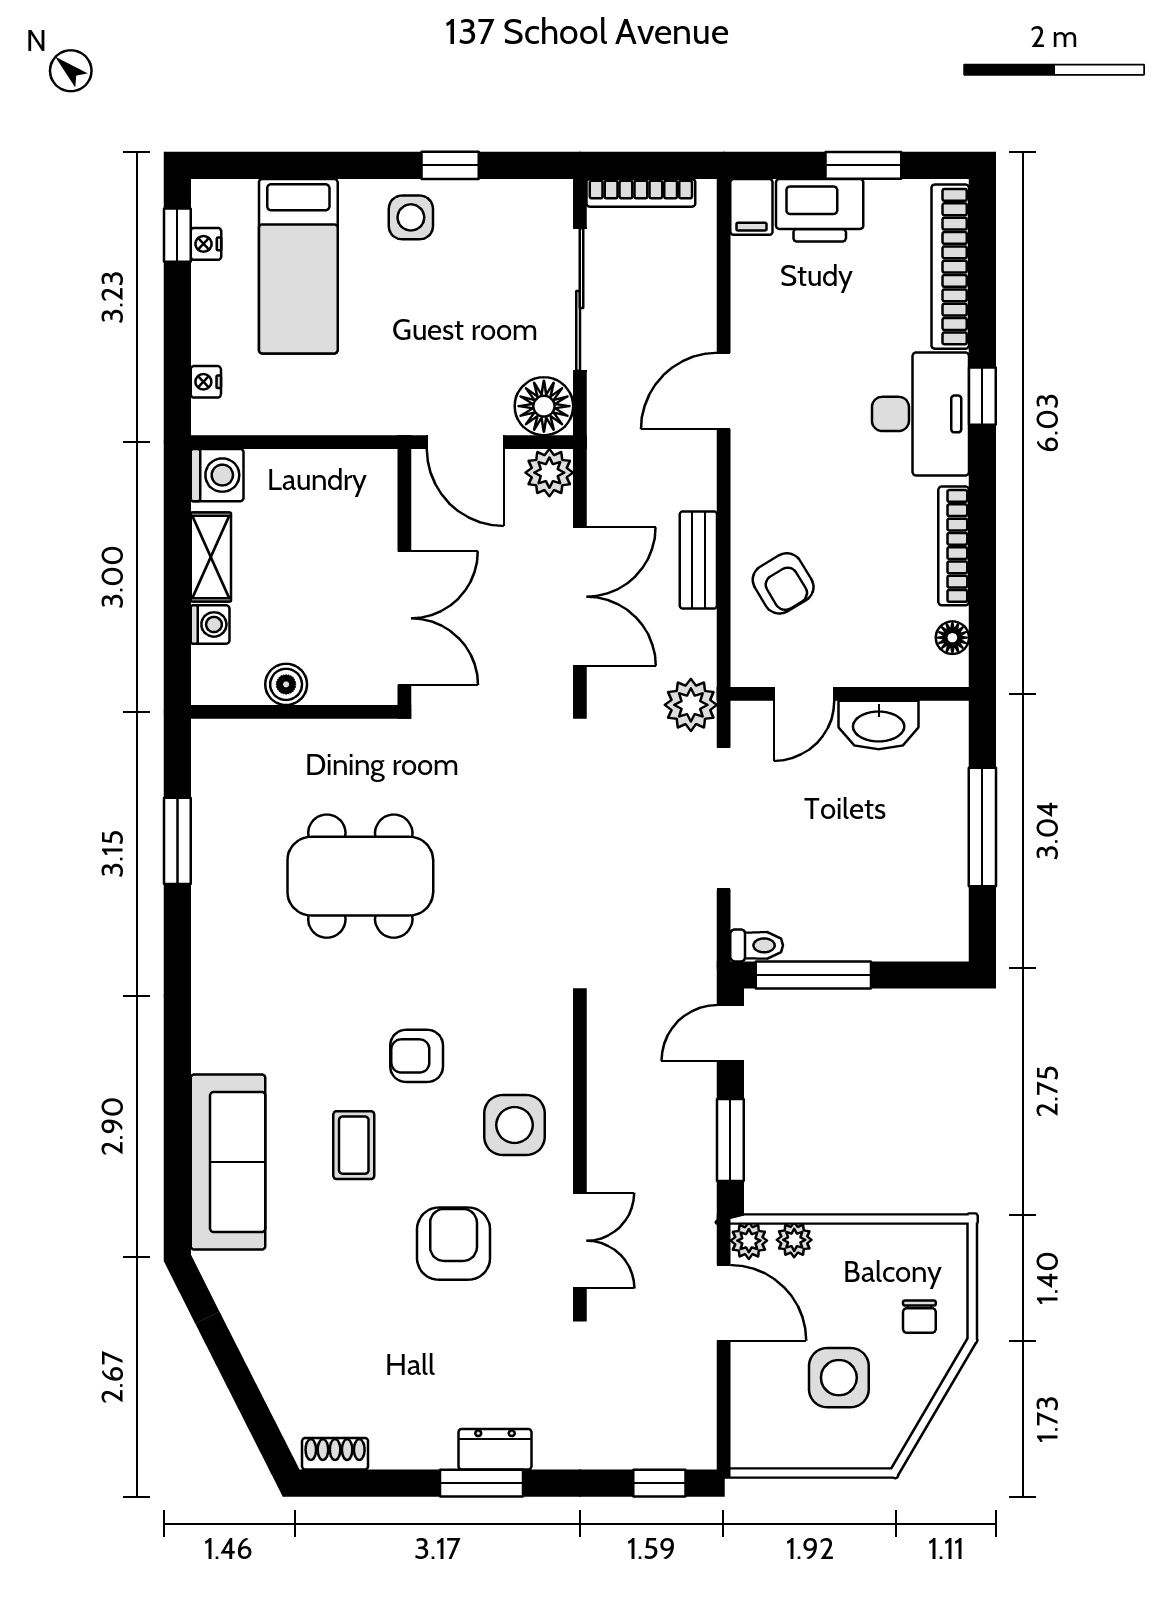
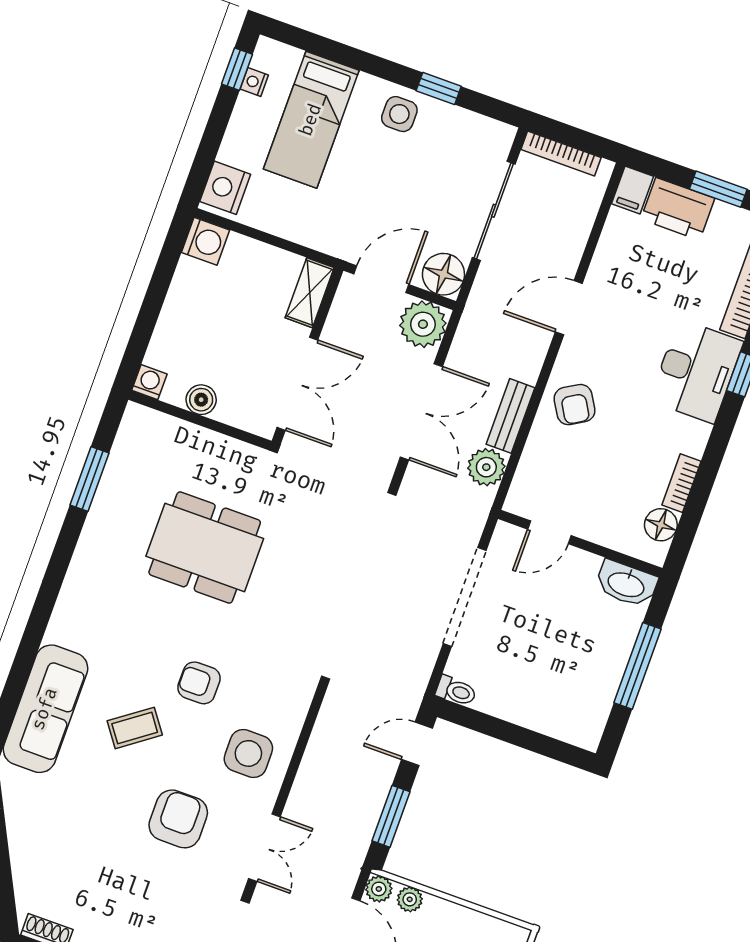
nightstand: (206, 382) -> (225, 188), width x1.89, depth x1.79
door: (465, 442) -> (381, 279), swing flipped
plant: (549, 473) -> (423, 324), width x1.36, depth x1.36
bookcase: (954, 546) -> (681, 483), width x0.64
shelving: (211, 557) -> (310, 293), moved
armchair: (783, 583) -> (574, 405), moved
washing machine: (210, 624) -> (149, 382), moved, turned -90
floor lamp: (952, 638) -> (661, 525), width x1.37, depth x1.37
plant: (691, 705) -> (486, 467), moved
washbasin: (879, 725) -> (626, 584), moved
window: (813, 975) -> (487, 725), removed
coffee table: (354, 1145) -> (135, 728), turned 54

